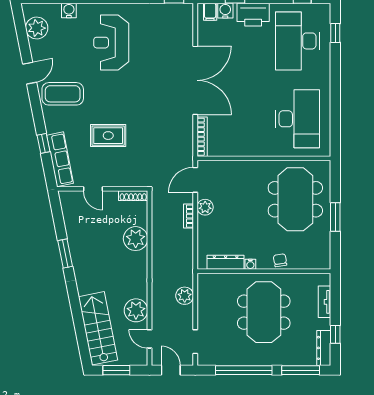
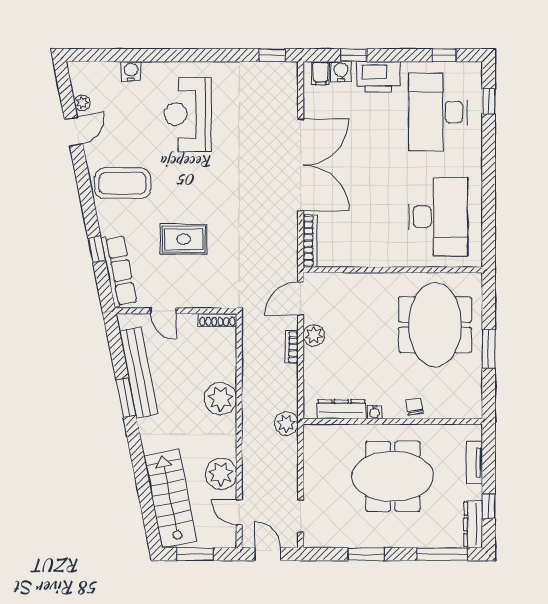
plant: (37, 28) -> (82, 103), width x0.53, depth x0.53
door: (30, 73) -> (74, 132), moved
bench: (75, 235) -> (138, 372), added
plant: (136, 239) -> (220, 399), moved
plant: (185, 296) -> (286, 423), moved
meeting table: (264, 312) -> (393, 476), turned 90
window: (244, 370) -> (366, 554), width x0.47

